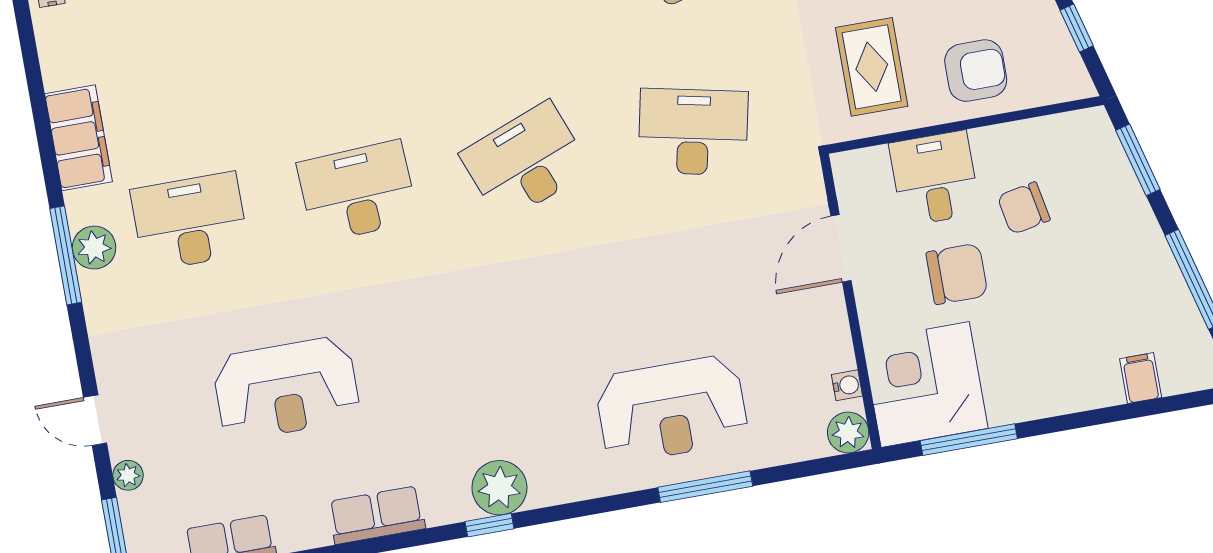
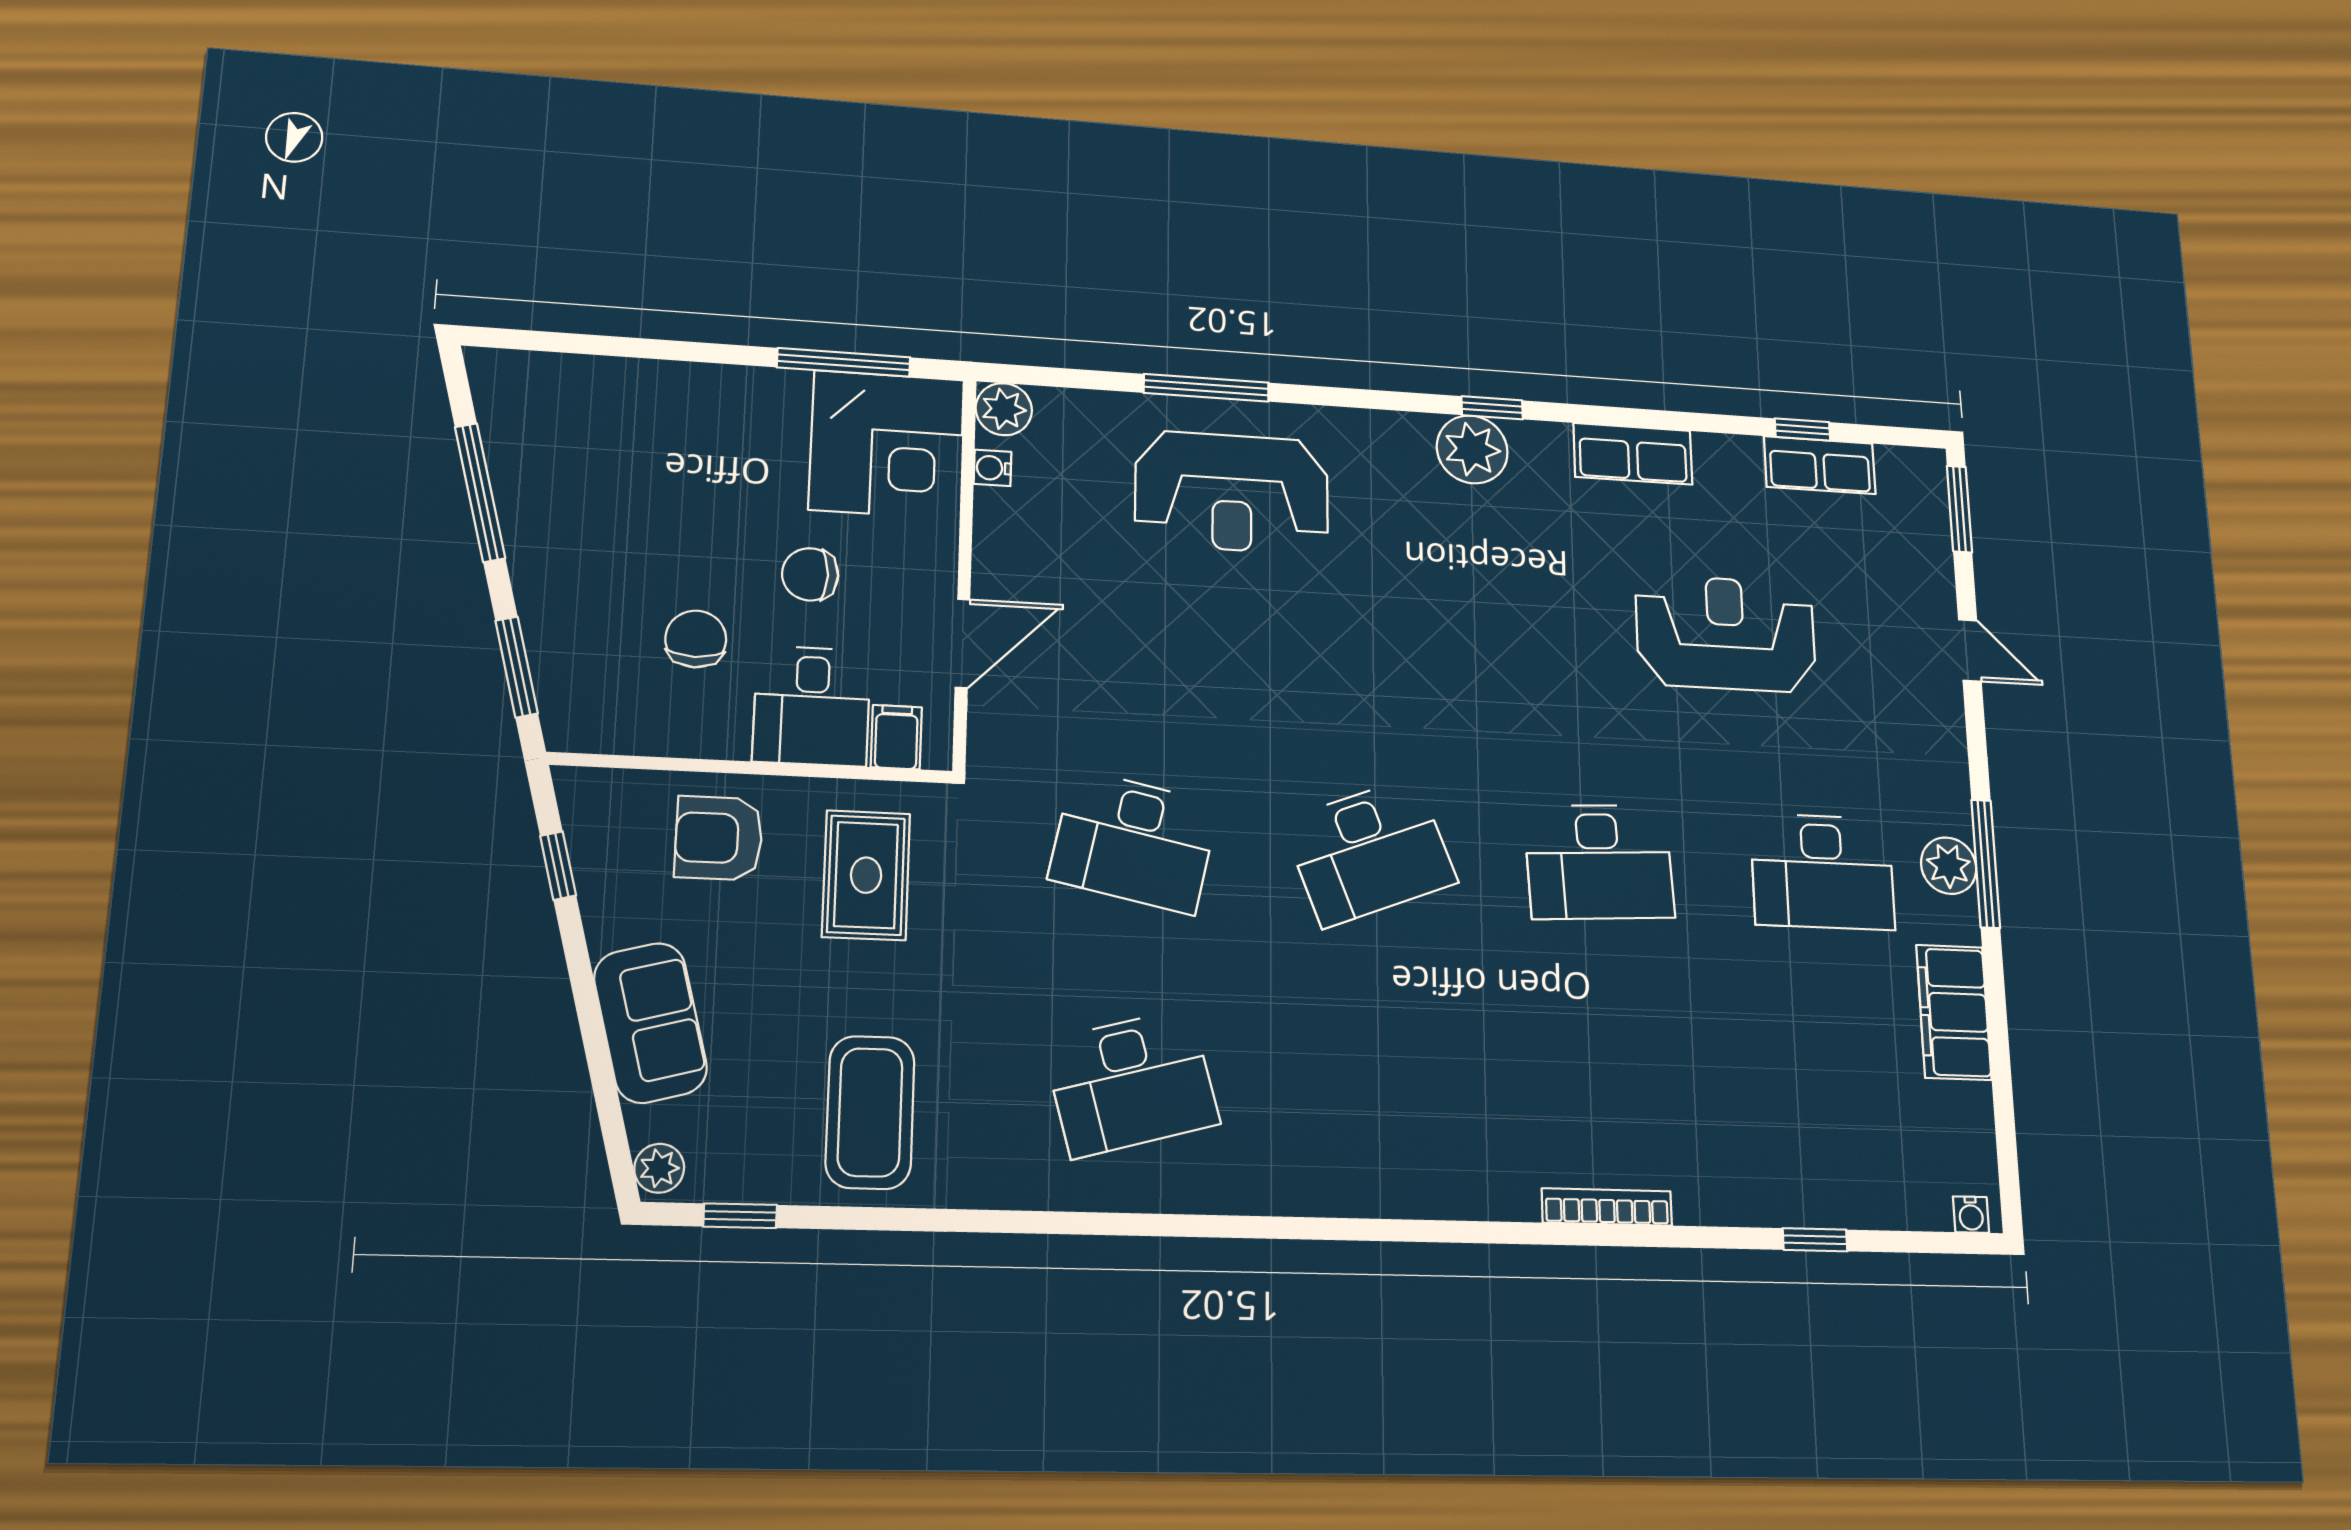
chair: (1024, 208) -> (696, 639), turned -79
chair: (957, 274) -> (810, 574), width x0.73, depth x0.73
filing cabinet: (1141, 378) -> (896, 737), moved, turned 180
reception desk: (672, 409) -> (1232, 492), turned 180
plant: (128, 475) -> (1936, 574), removed

